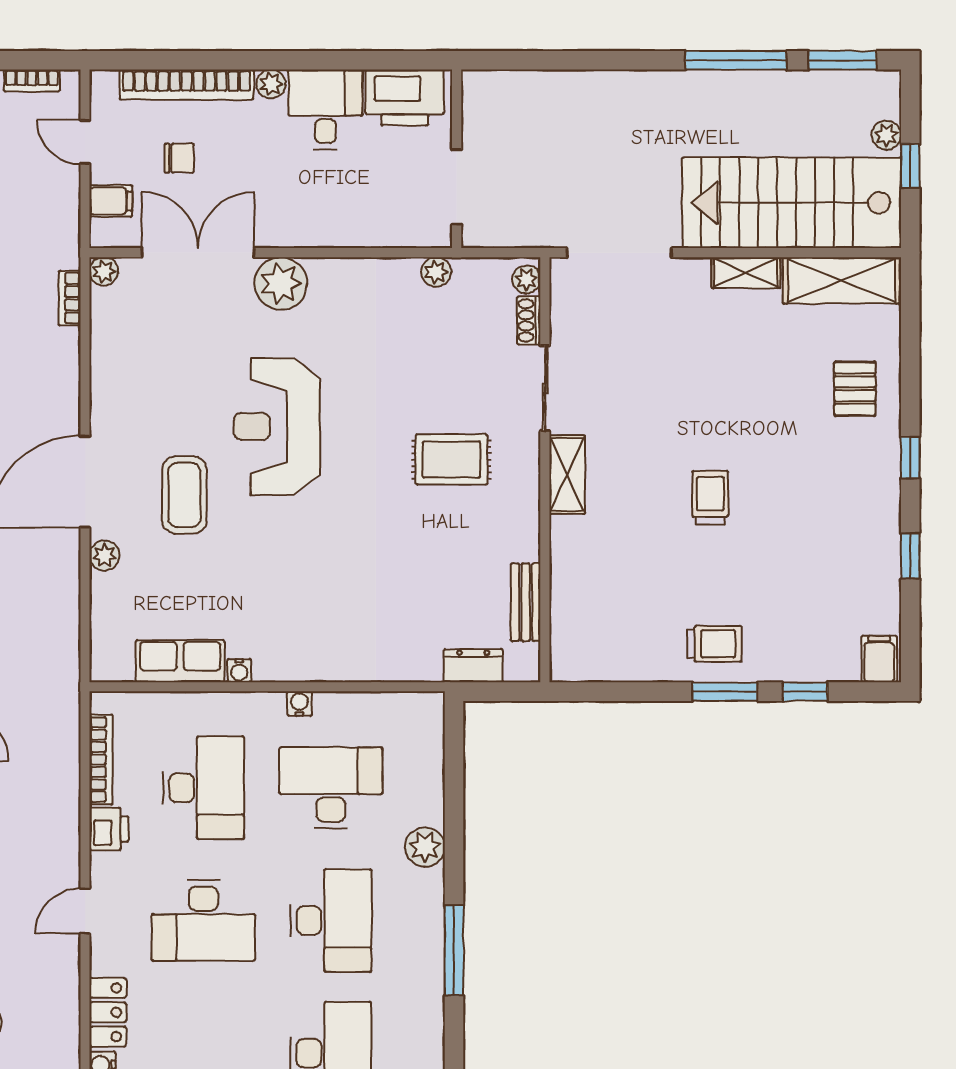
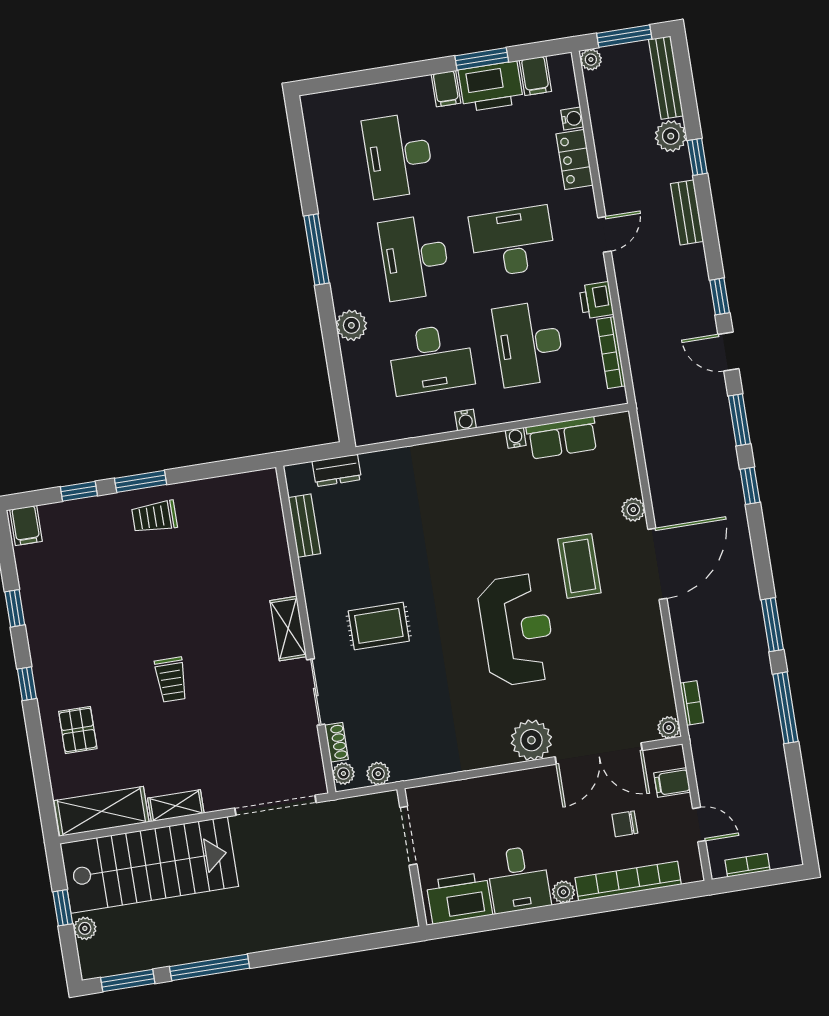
plant: (436, 272) -> (378, 774), moved
trolley: (710, 498) -> (171, 680), moved

